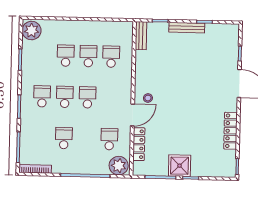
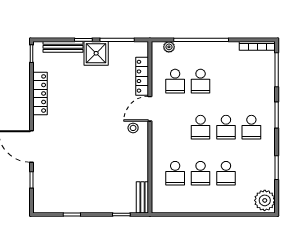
bench: (187, 28) -> (63, 47), moved
school desk: (64, 138) -> (201, 81), moved
plant: (119, 166) -> (169, 47), width x0.53, depth x0.53

